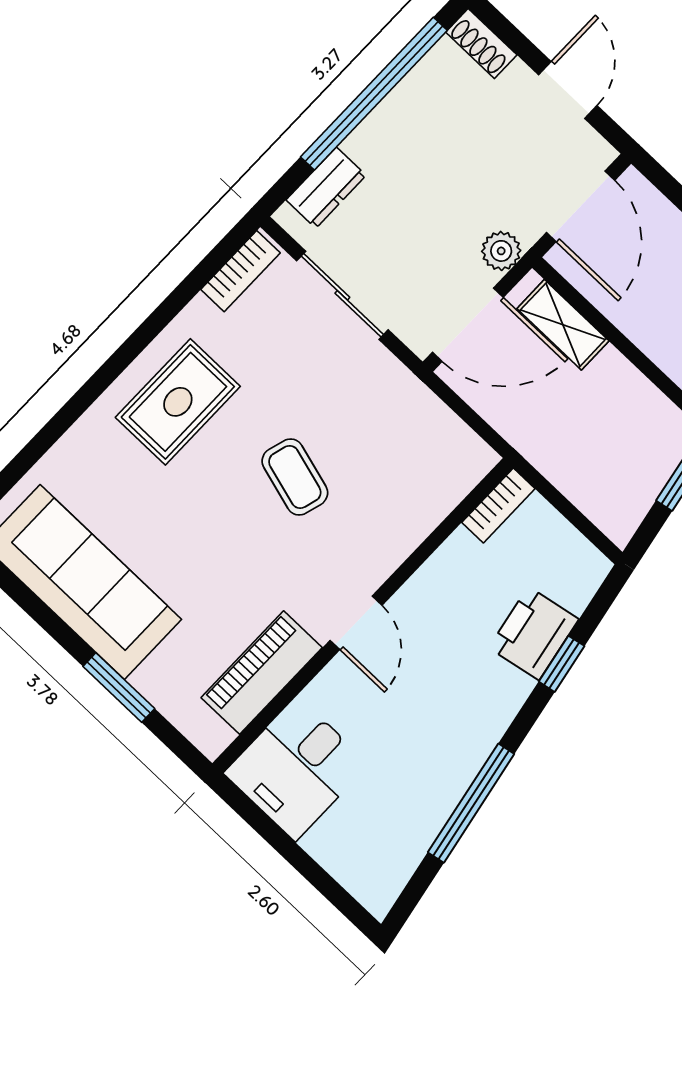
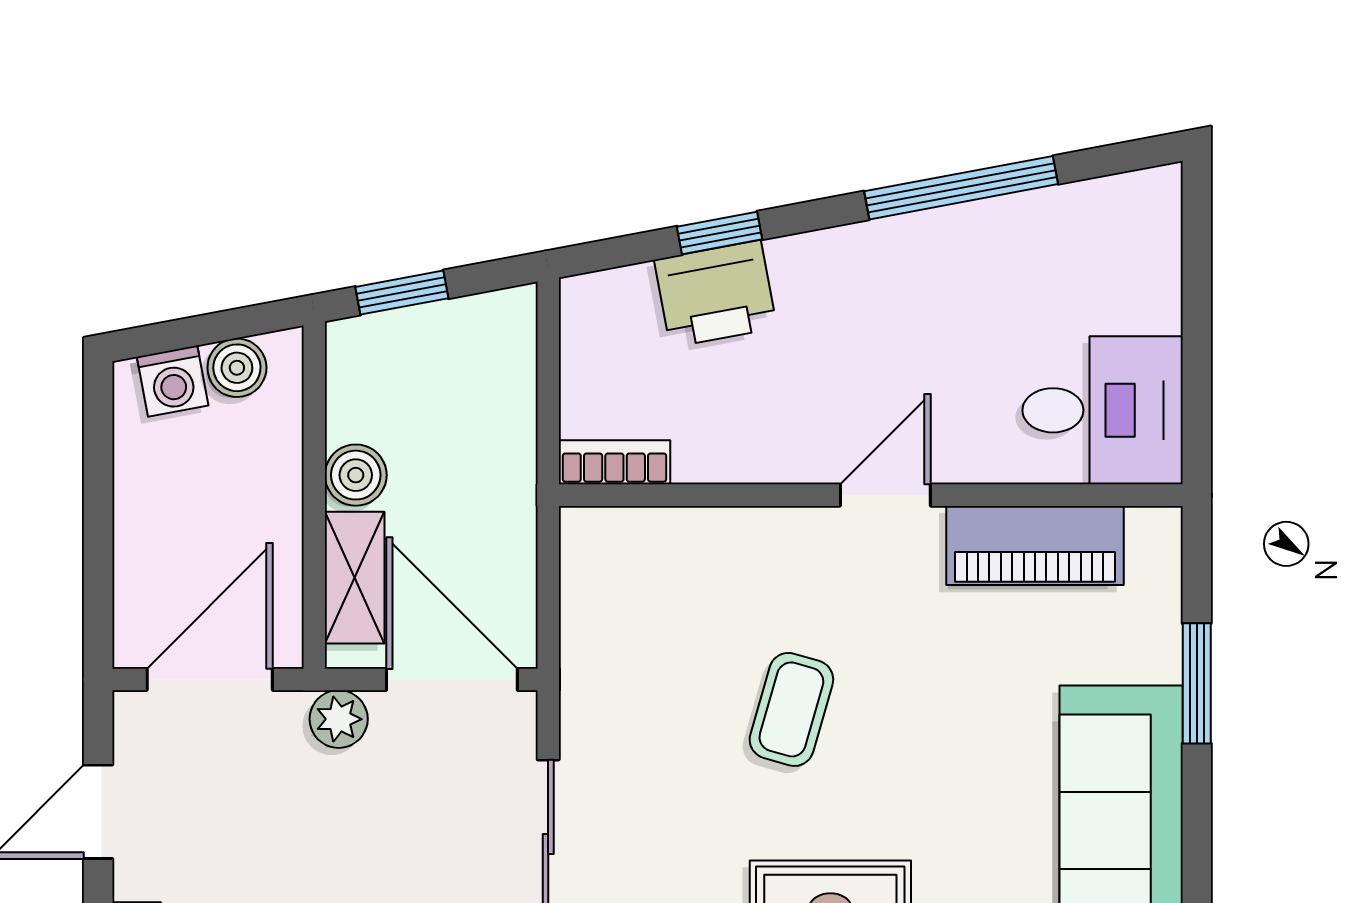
boiler: (613, 373) -> (356, 475), added

